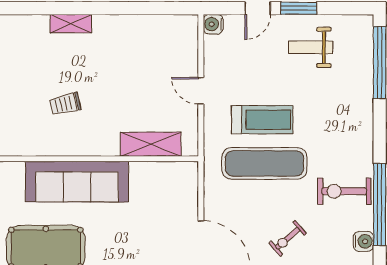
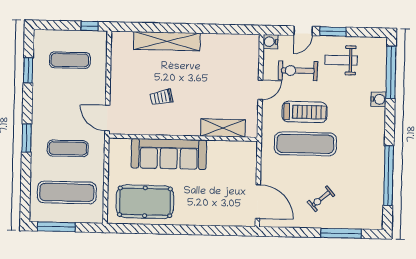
shelving: (71, 24) -> (167, 41), width x2.20, depth x1.33
door: (201, 91) -> (260, 90), swing flipped
exercise bike: (344, 191) -> (298, 71), moved
water cooler: (363, 241) -> (378, 99), moved

